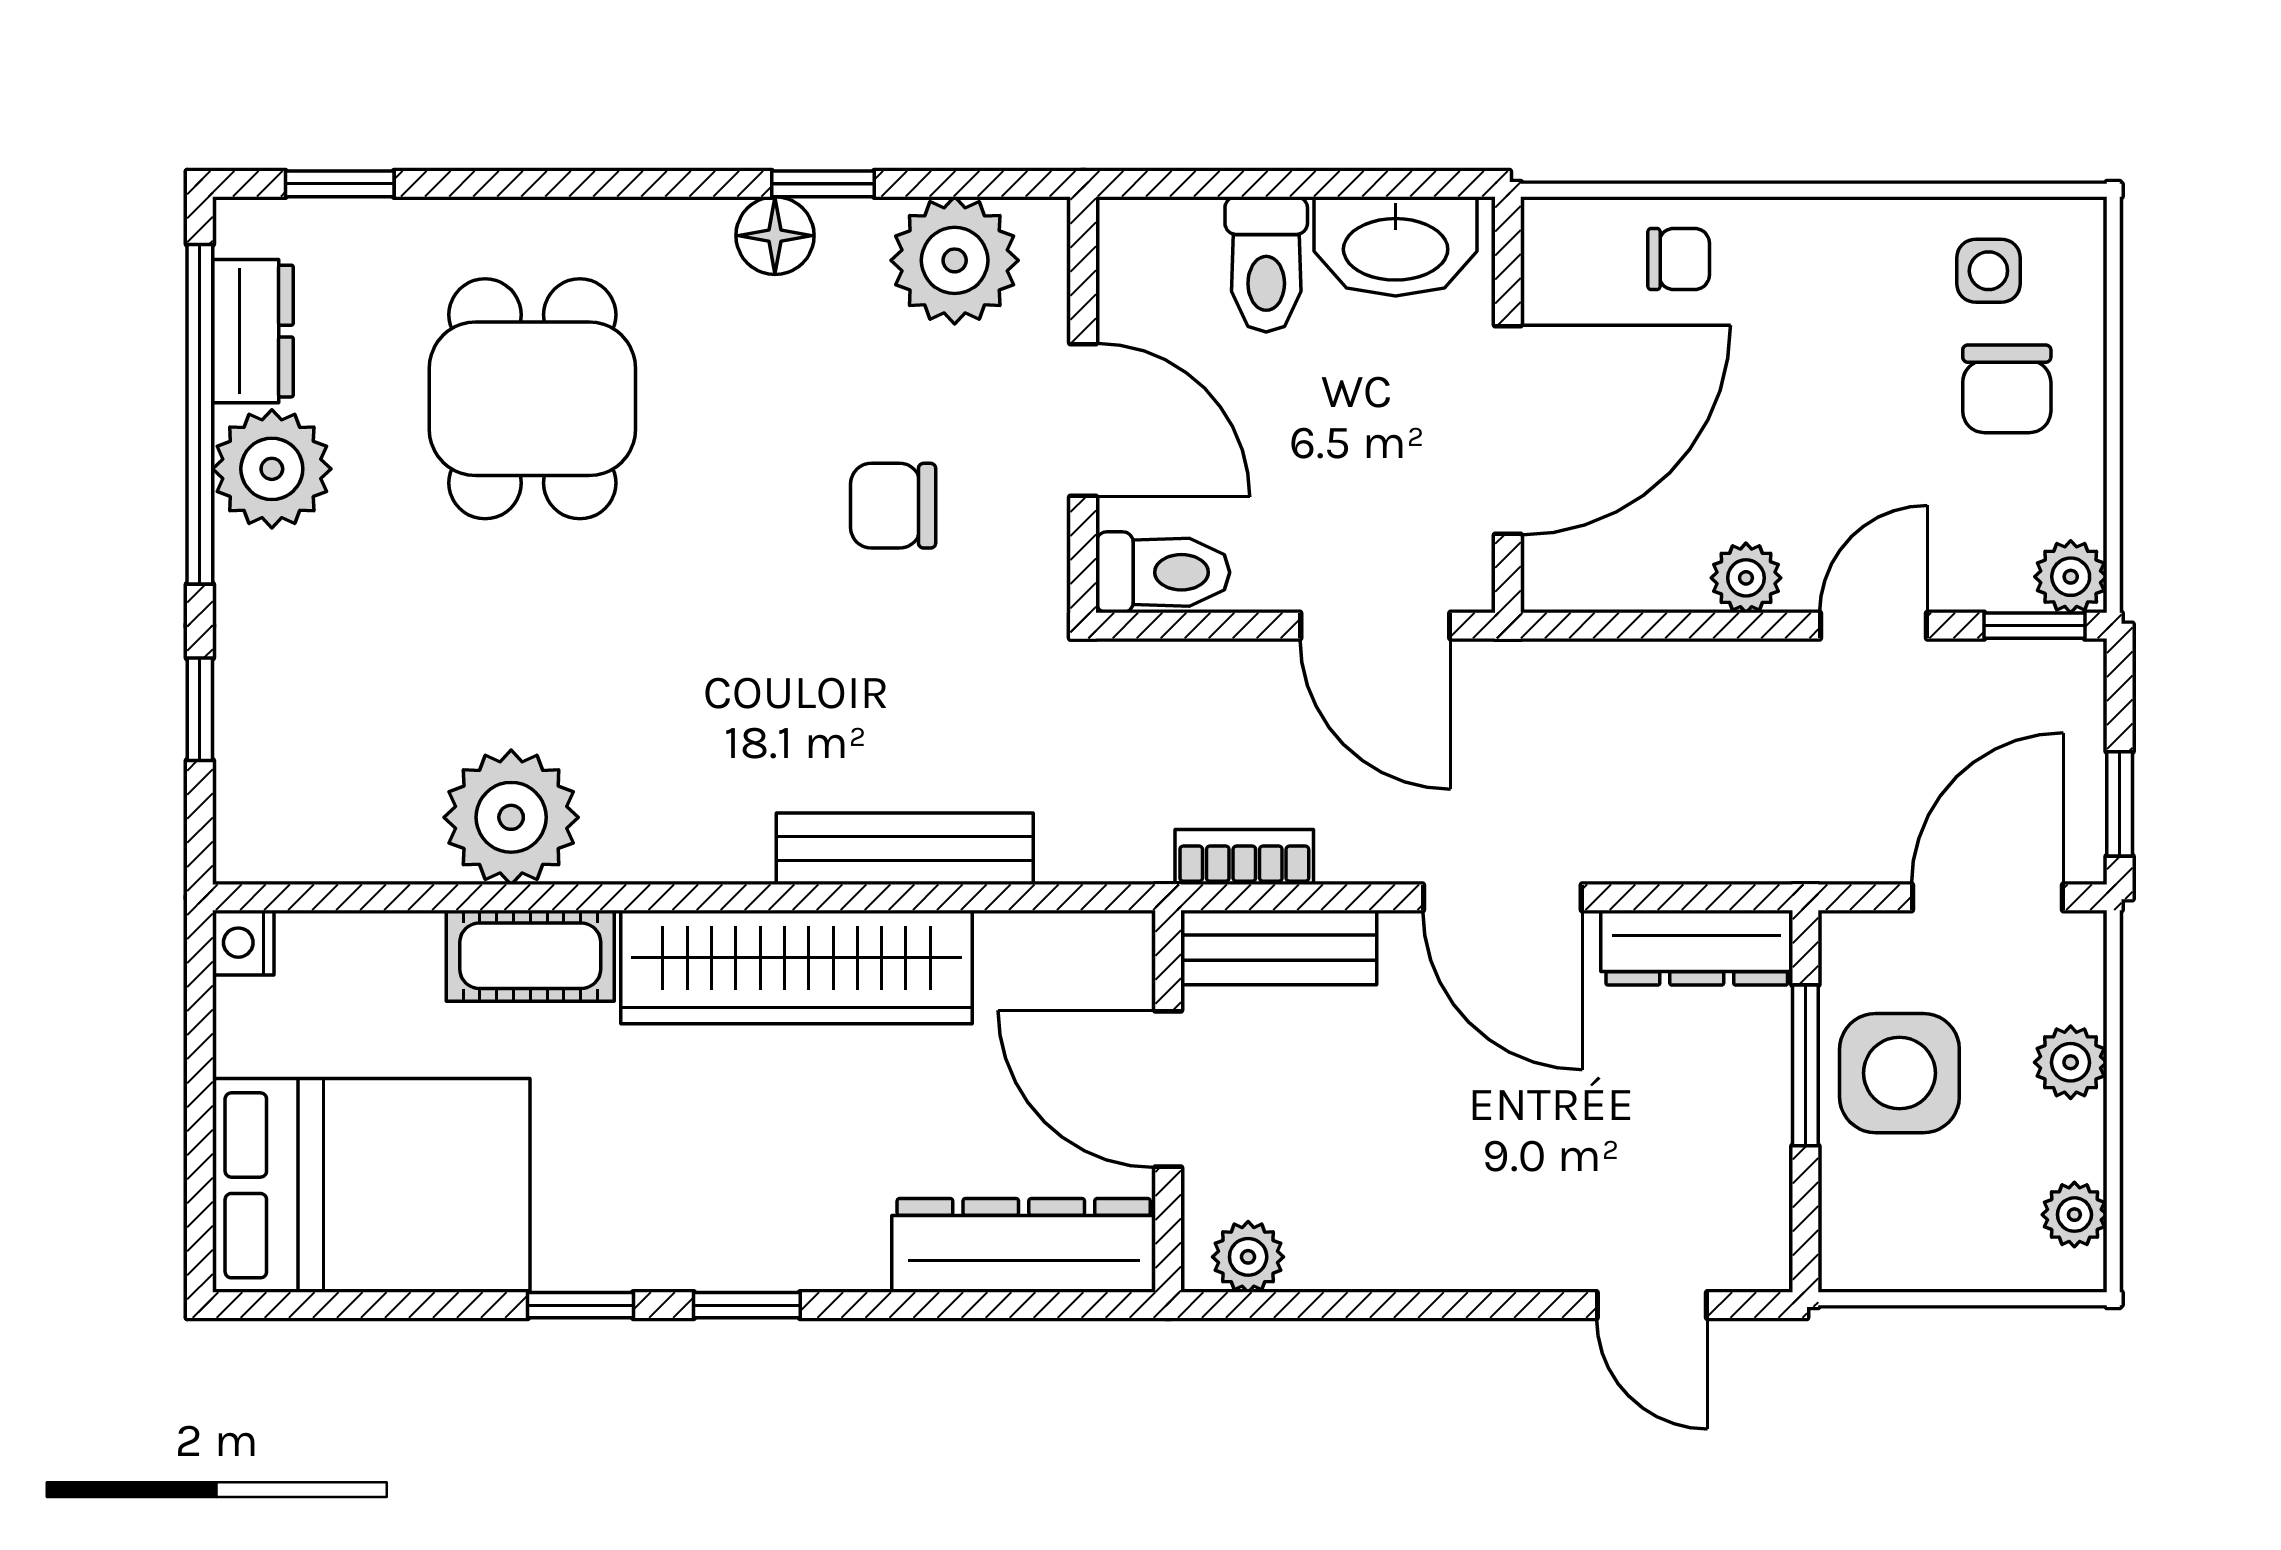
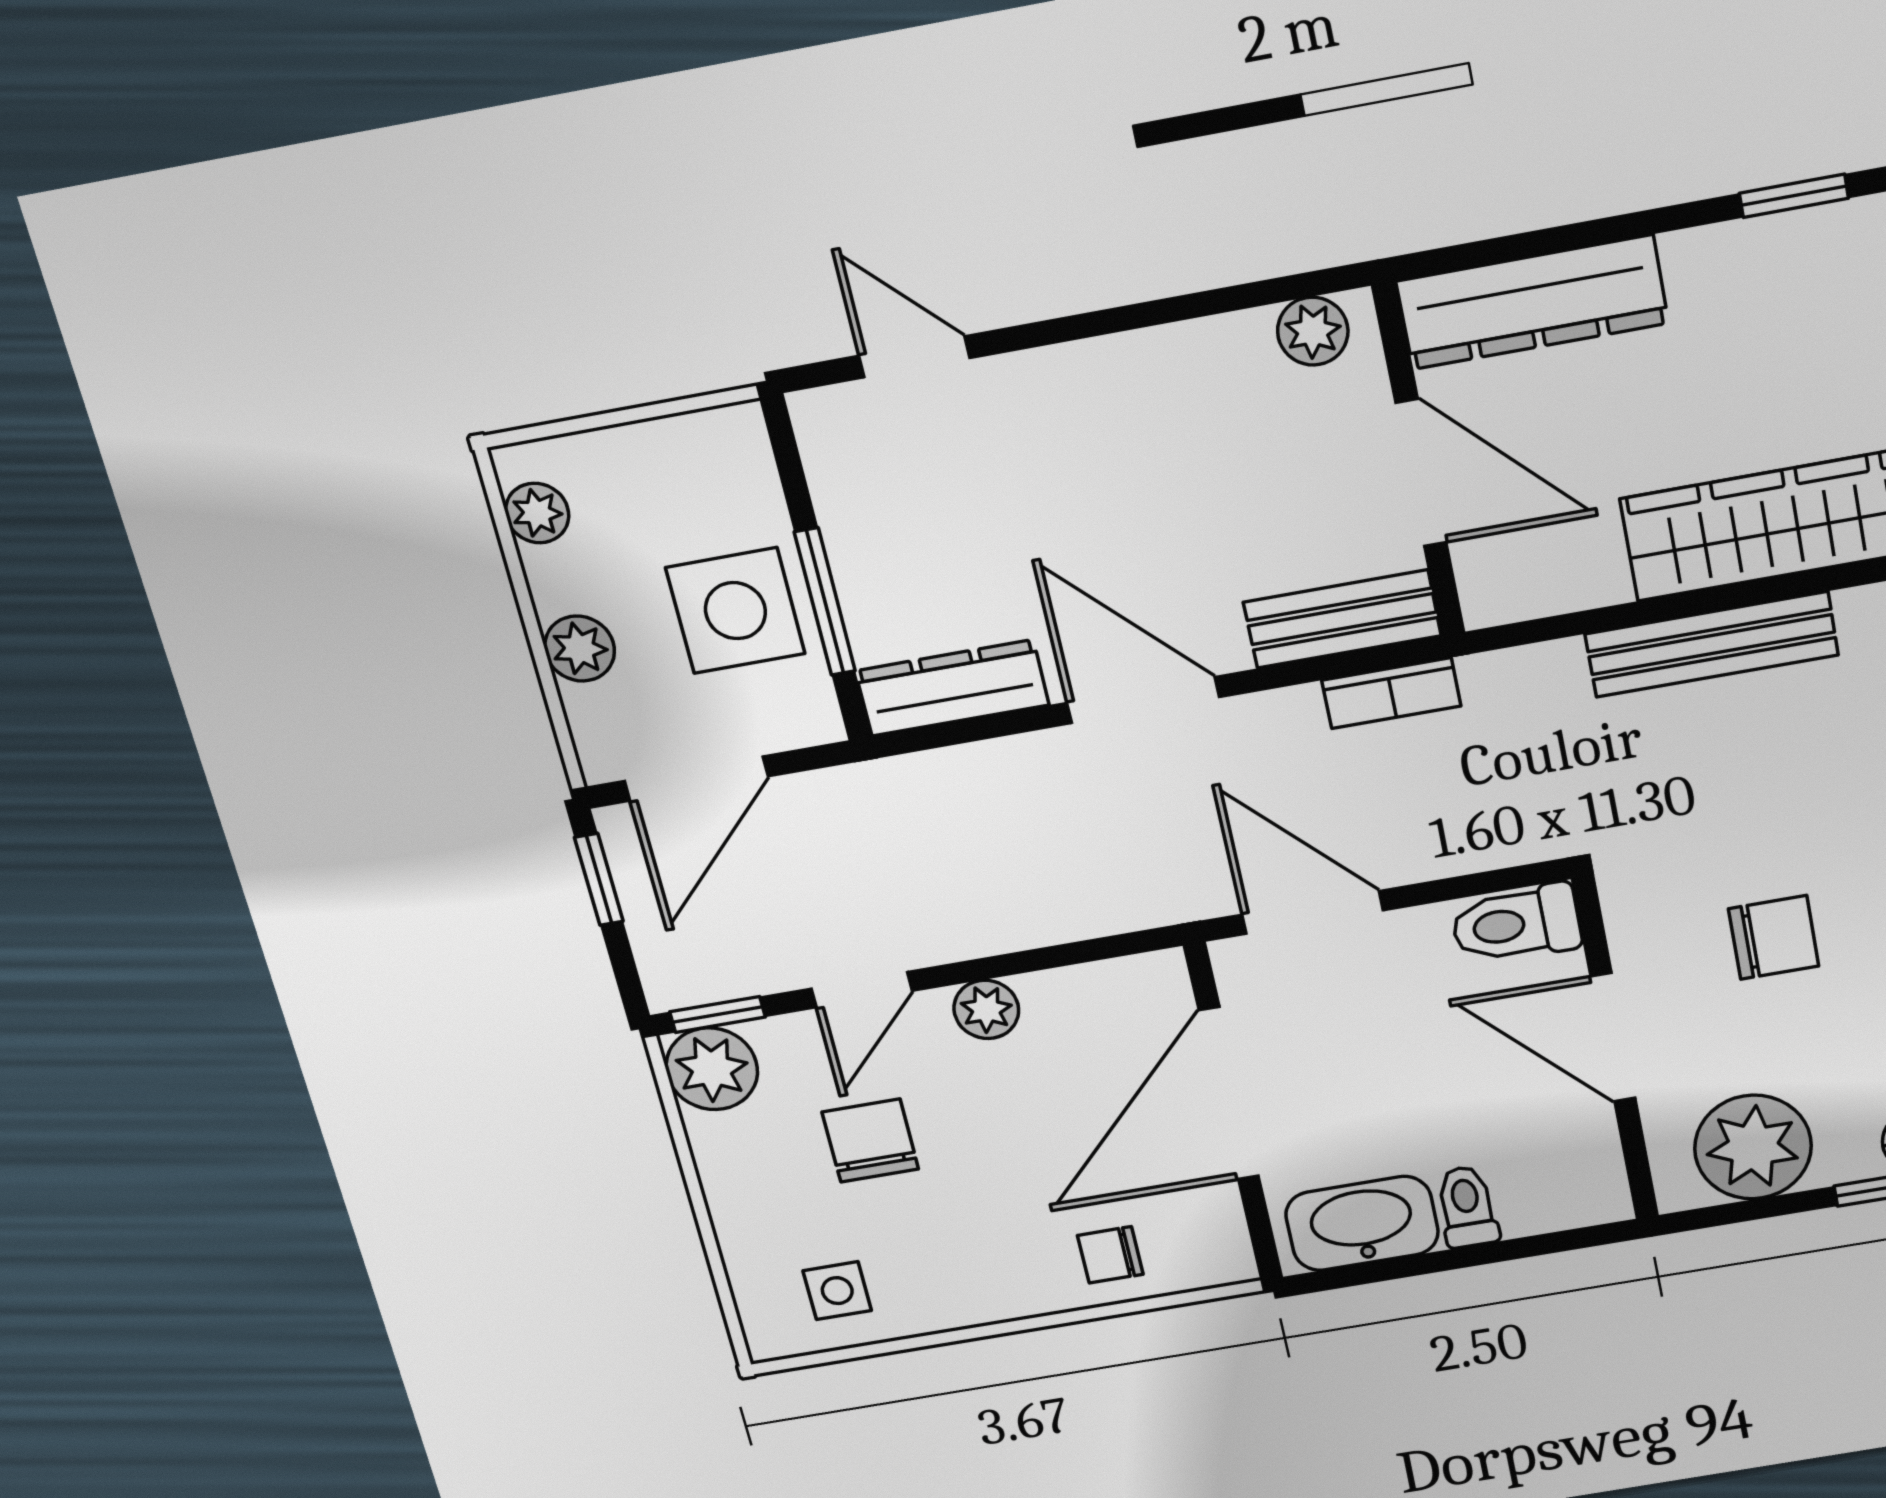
toilet: (1266, 264) -> (1467, 1207), width x0.73, depth x0.72
chair: (2007, 389) -> (870, 1141), moved
plant: (2071, 577) -> (712, 1069), width x1.38, depth x1.38

